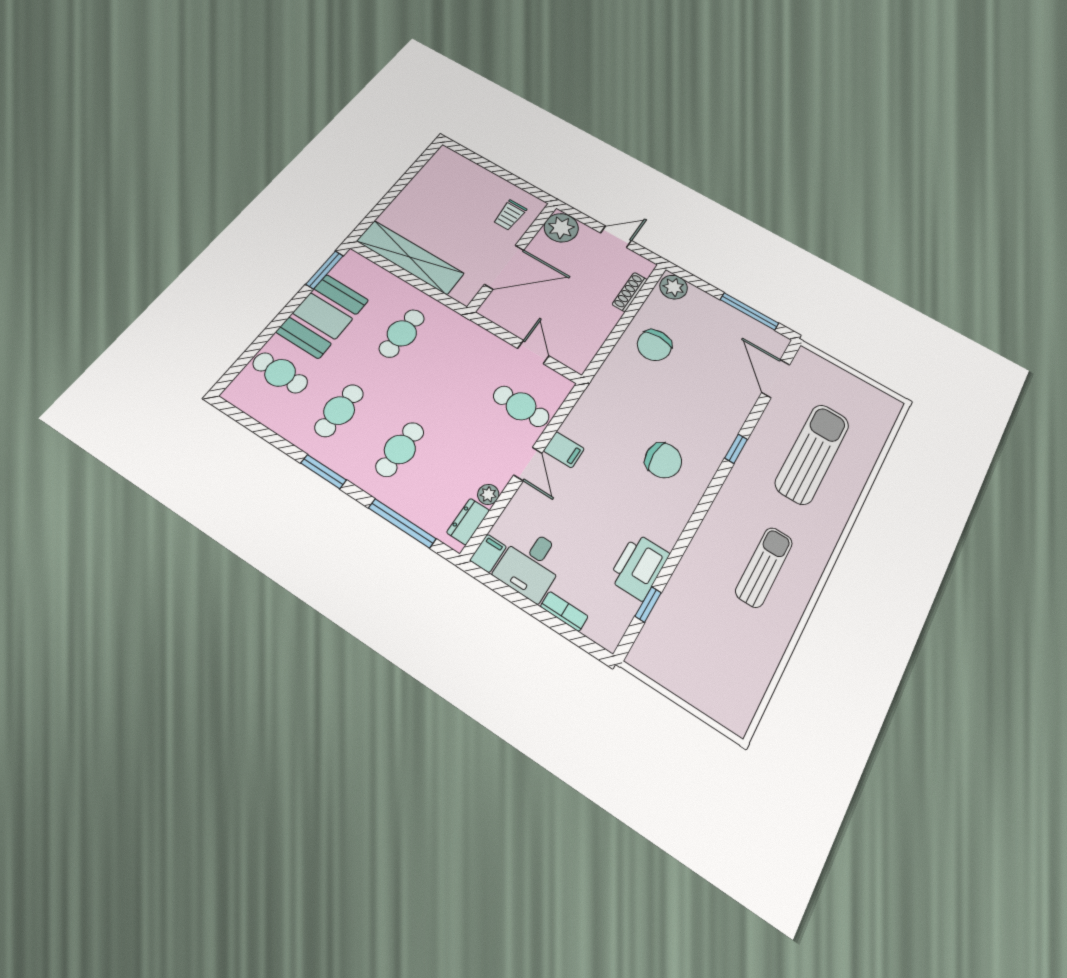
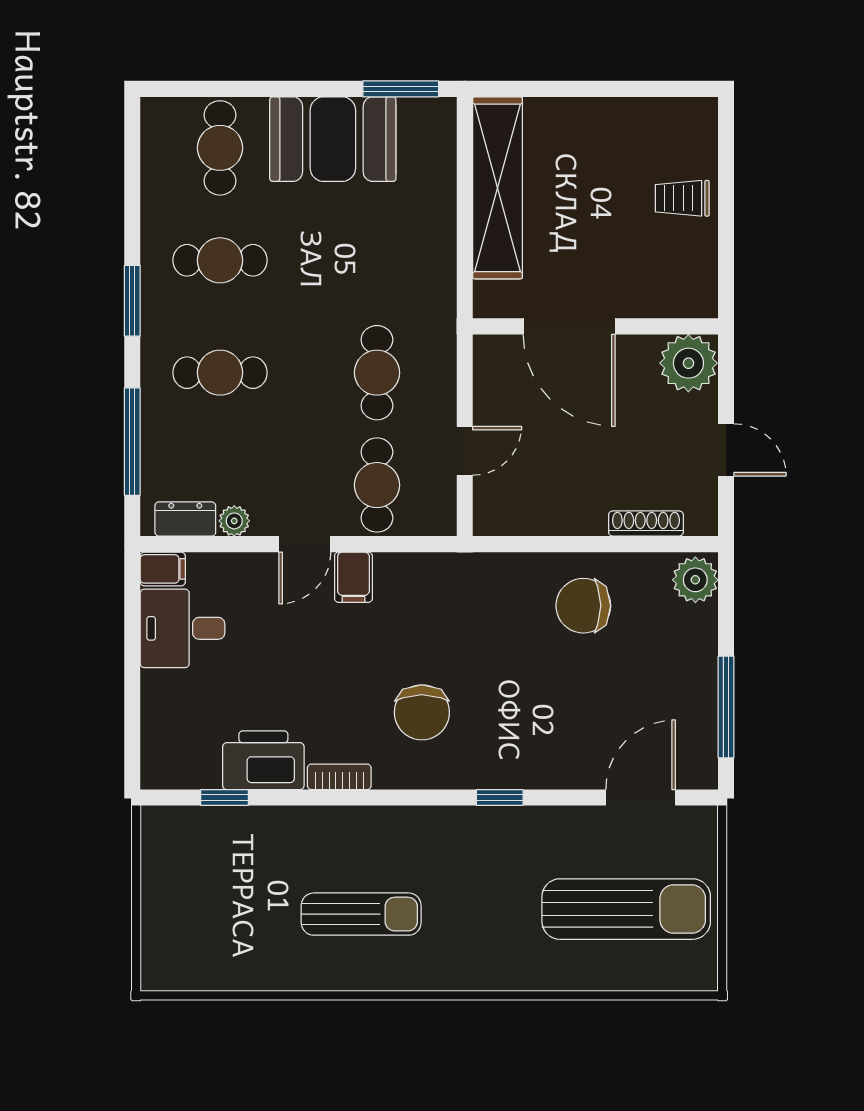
trolley: (510, 215) -> (682, 198), moved
cafe table: (402, 333) -> (377, 373), moved, turned 90
sun lounger: (812, 454) -> (626, 909), moved
bookcase: (564, 611) -> (339, 777), moved, turned -90

